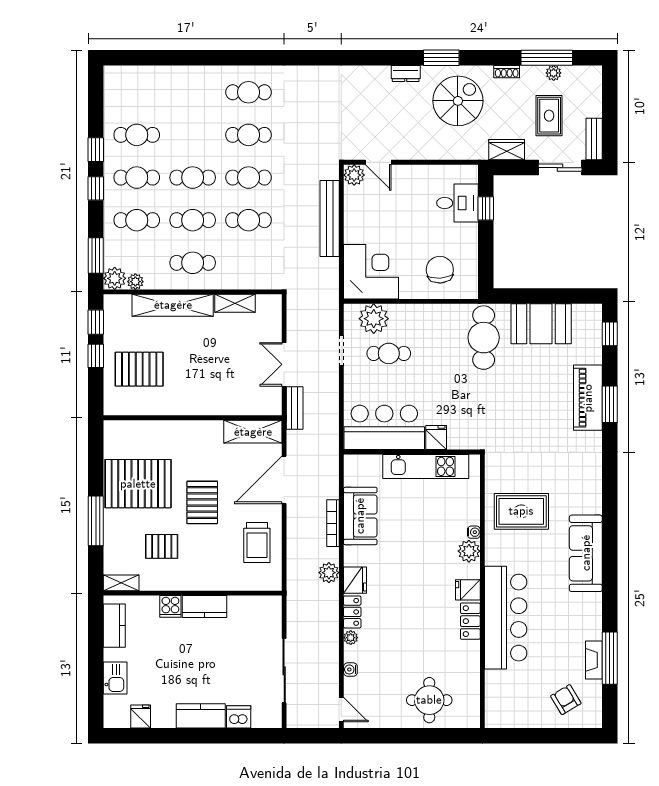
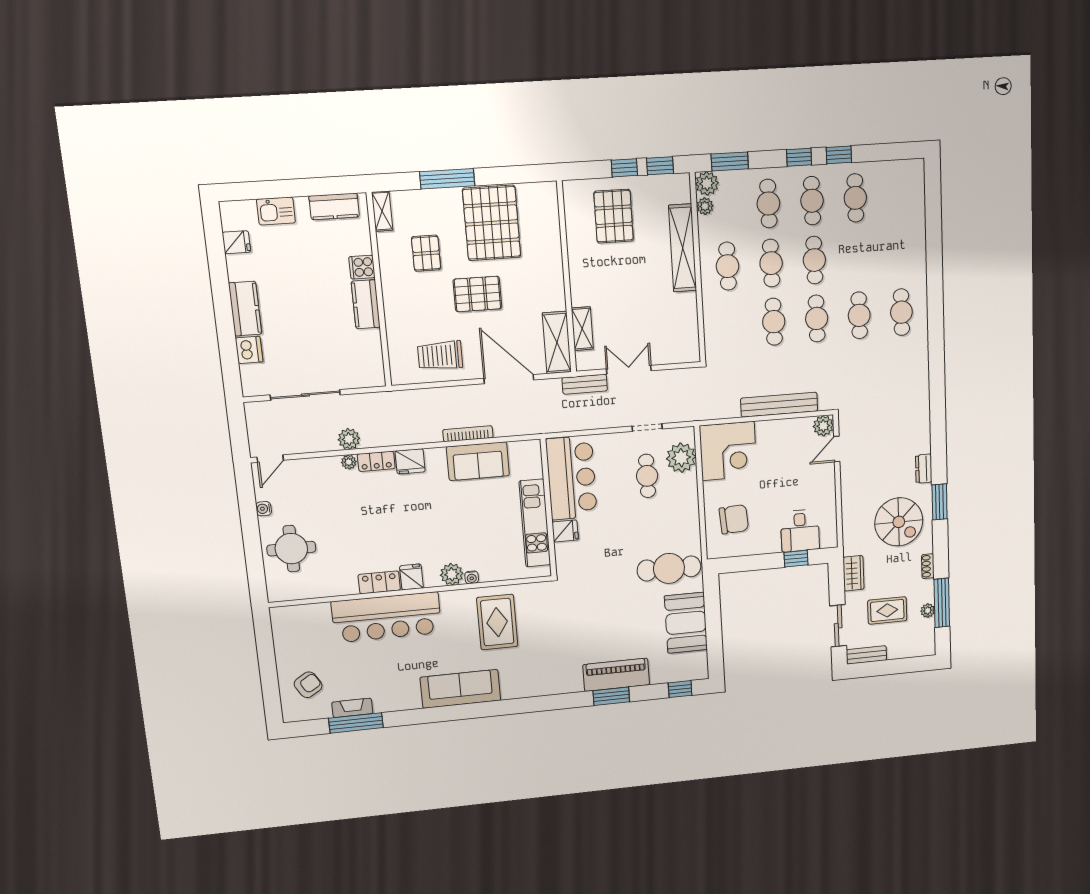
shelving: (235, 303) -> (582, 329), moved
plant: (329, 573) -> (349, 439), moved
water cooler: (350, 670) -> (264, 509), moved, turned -90

